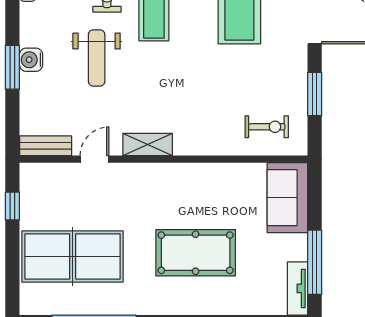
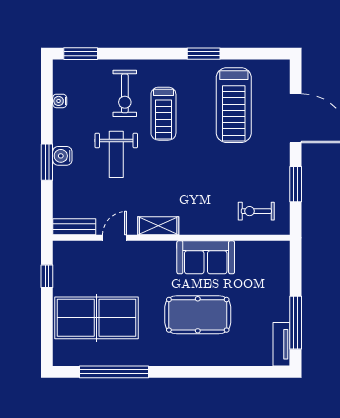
exercise bike: (267, 127) -> (256, 211), turned 180
sofa: (287, 198) -> (206, 257), moved, turned -90

